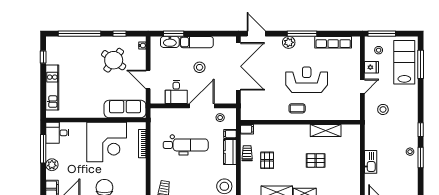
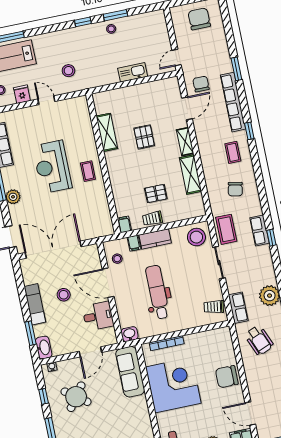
washbasin: (170, 42) -> (44, 348), moved
washbasin: (156, 115) -> (130, 334), added

